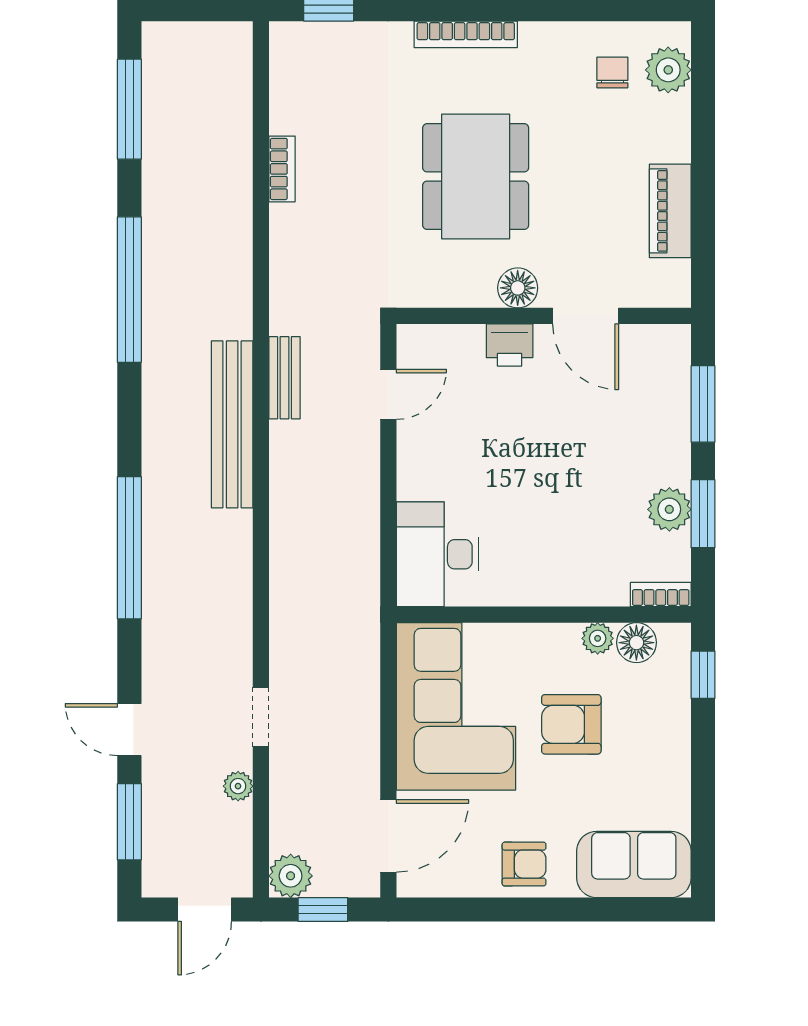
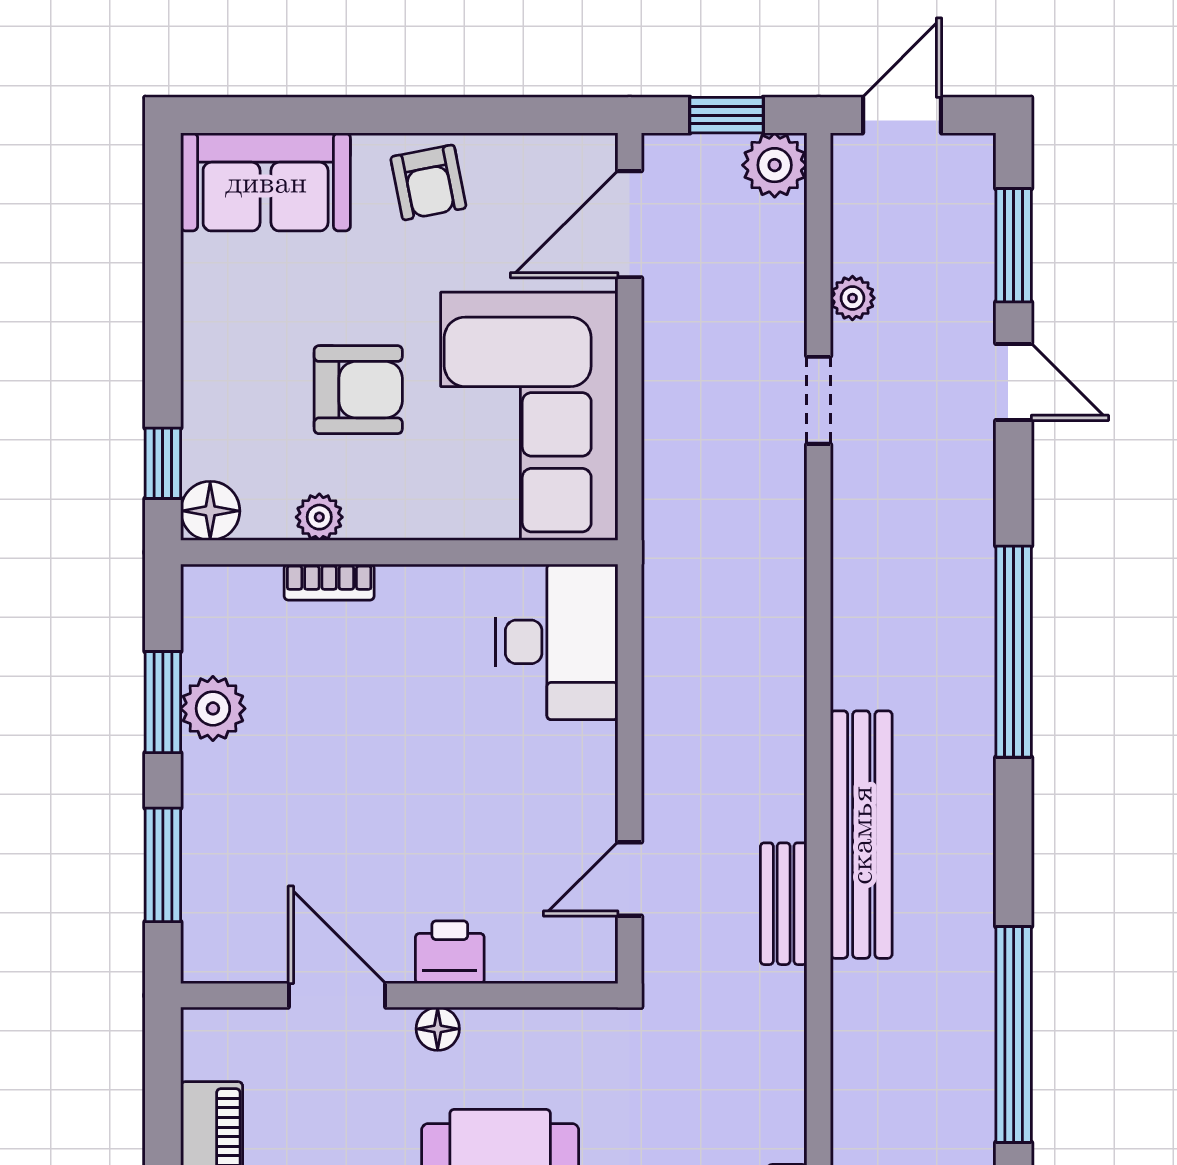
floor lamp: (518, 288) -> (438, 1029), width x0.73, depth x0.73
bookcase: (661, 595) -> (329, 582), moved
floor lamp: (636, 643) -> (210, 511), moved
armchair: (524, 864) -> (428, 182), turned -101

